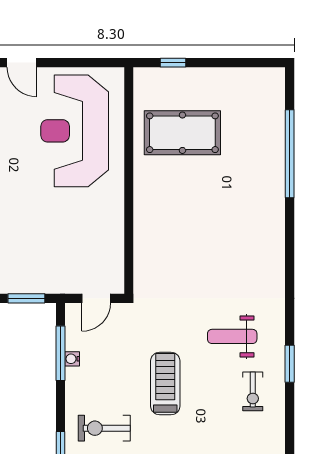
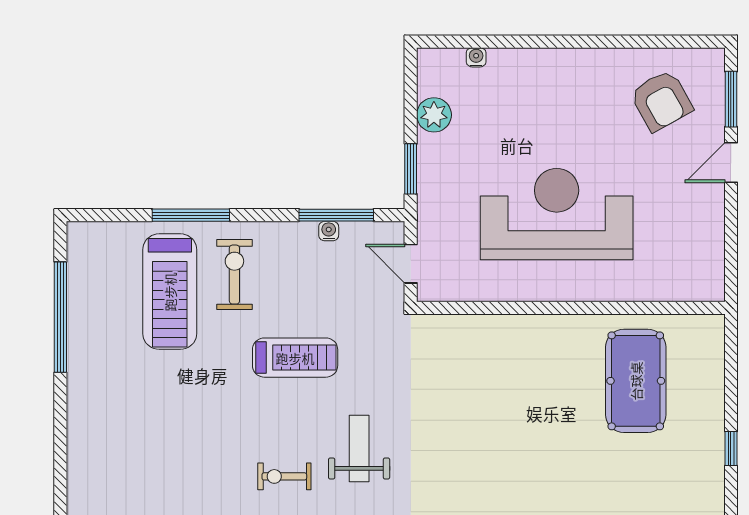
window: (173, 63) -> (731, 448), moved
reception desk: (75, 131) -> (557, 214), moved

